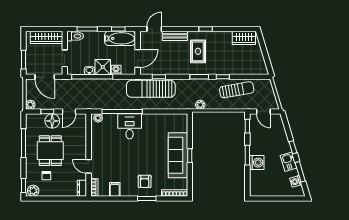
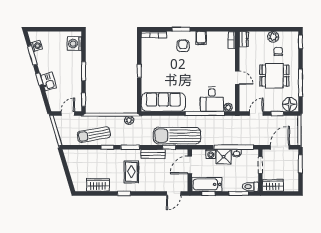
bench: (175, 36) -> (153, 154), moved
wardrobe: (47, 37) -> (273, 185), width x0.67
wardrobe: (244, 38) -> (98, 185), moved
door: (45, 77) -> (280, 147), hinge flipped
sun lounger: (151, 89) -> (177, 136), turned 180
plant: (30, 105) -> (294, 120), removed
door: (263, 112) -> (68, 114), hinge flipped
floor lamp: (52, 121) -> (290, 104), moved
desk: (130, 126) -> (212, 99), moved
dining table: (50, 151) -> (274, 76), turned 90
sofa: (178, 155) -> (163, 102), moved, turned -90
kitchen sink: (289, 162) -> (49, 82), moved
washing machine: (257, 163) -> (74, 44), moved
door: (89, 166) -> (237, 78), moved
filing cabinet: (115, 189) -> (201, 38), moved
plant: (33, 191) -> (273, 37), moved

